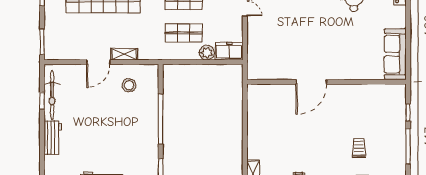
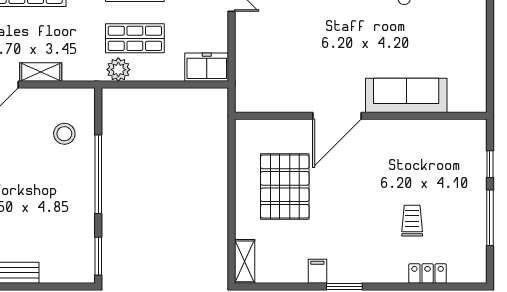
plant: (207, 53) -> (118, 70), moved
sofa: (395, 54) -> (406, 95), moved, turned 90
stool: (129, 85) -> (64, 134), moved
pallet: (278, 127) -> (285, 187), added

